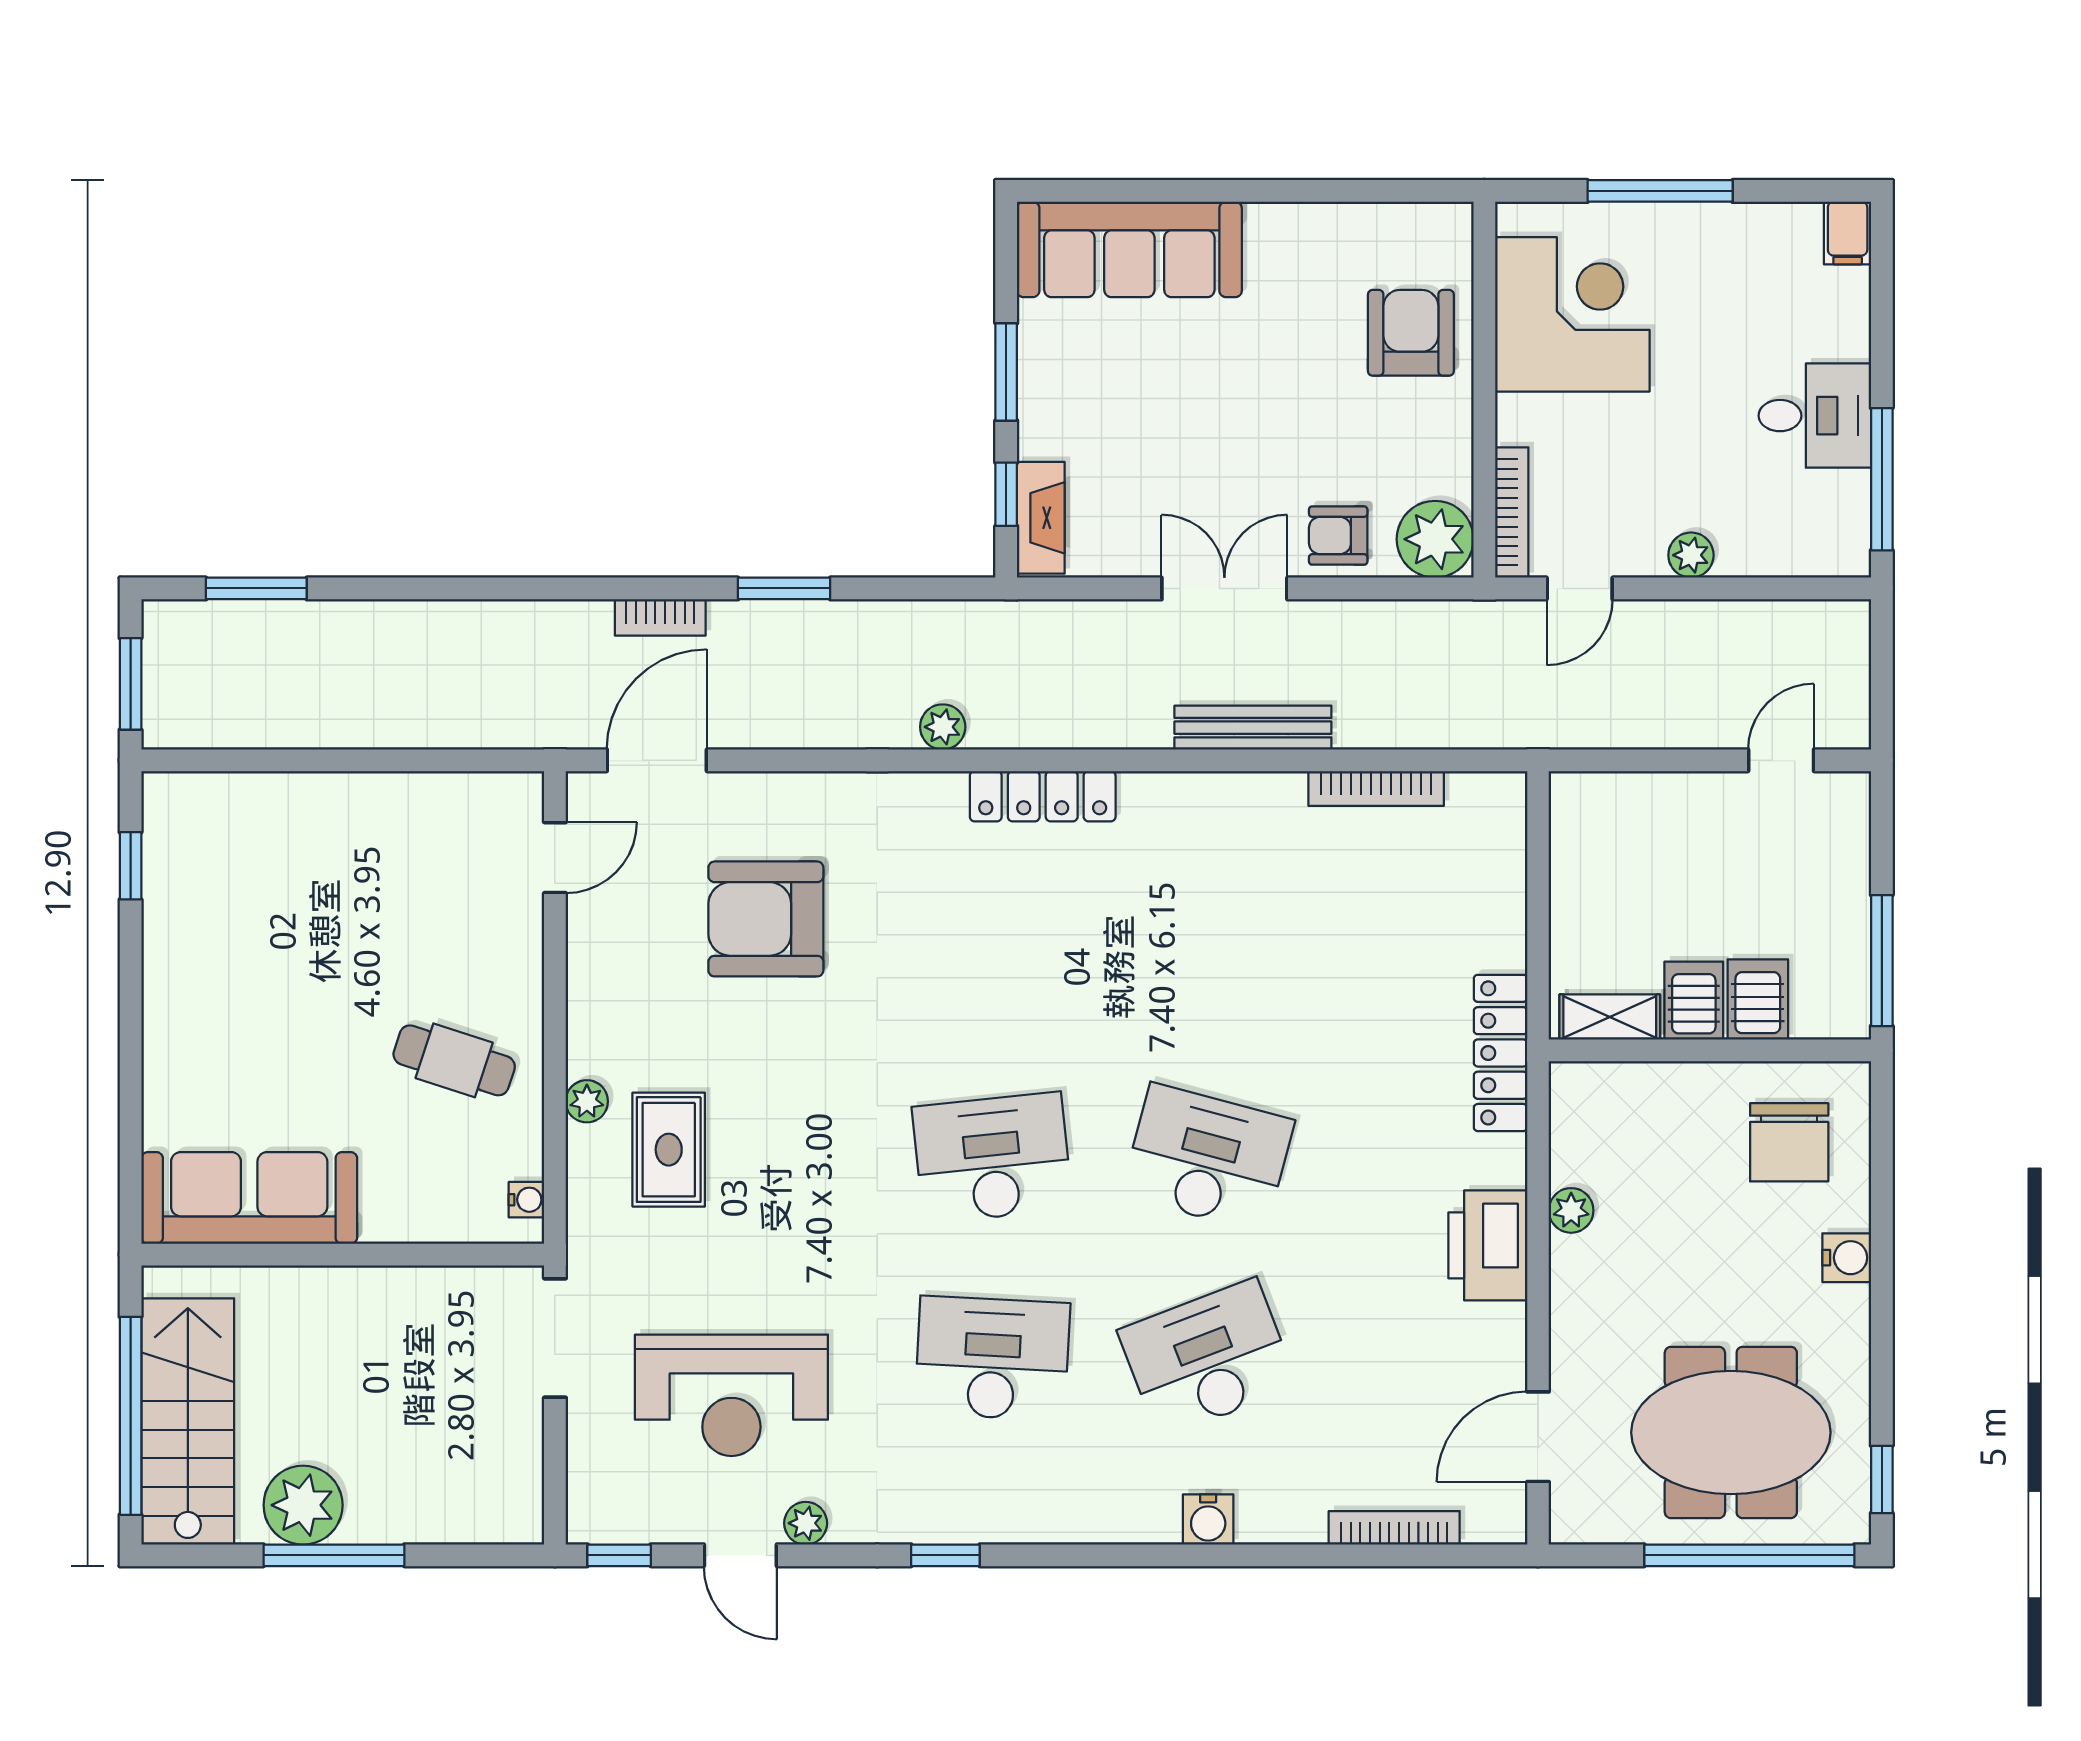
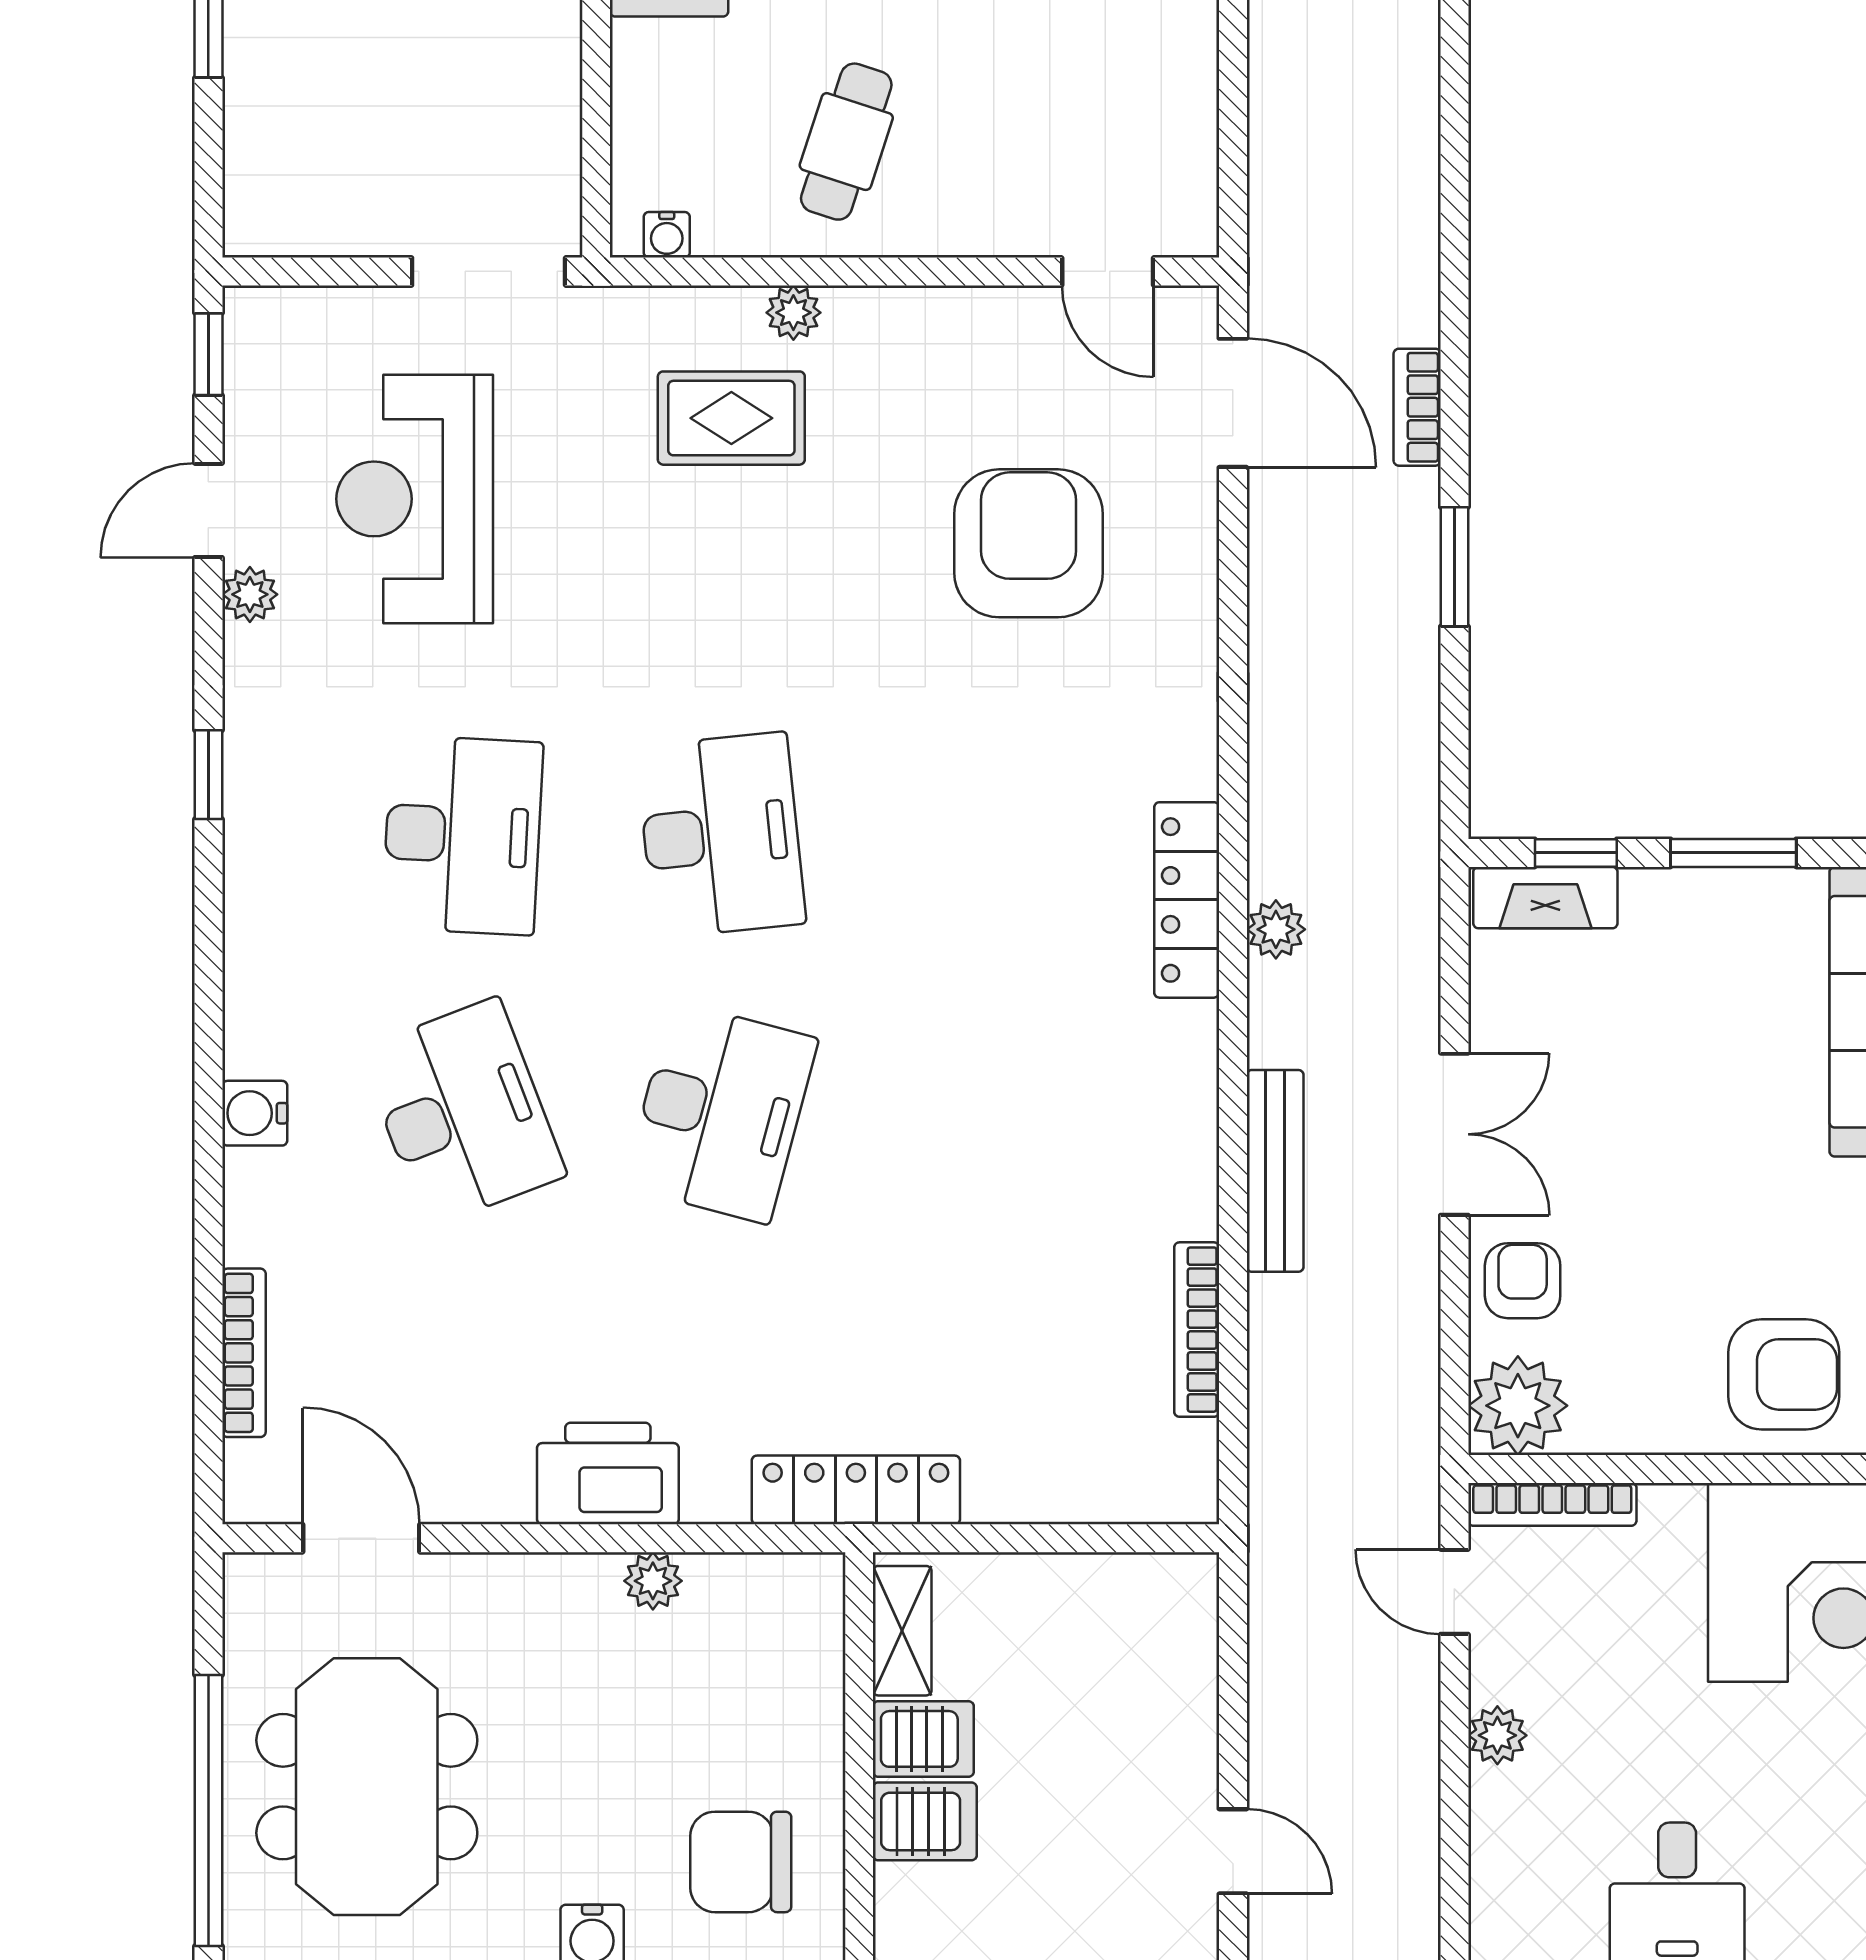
plant: (943, 727) -> (1276, 929), moved

